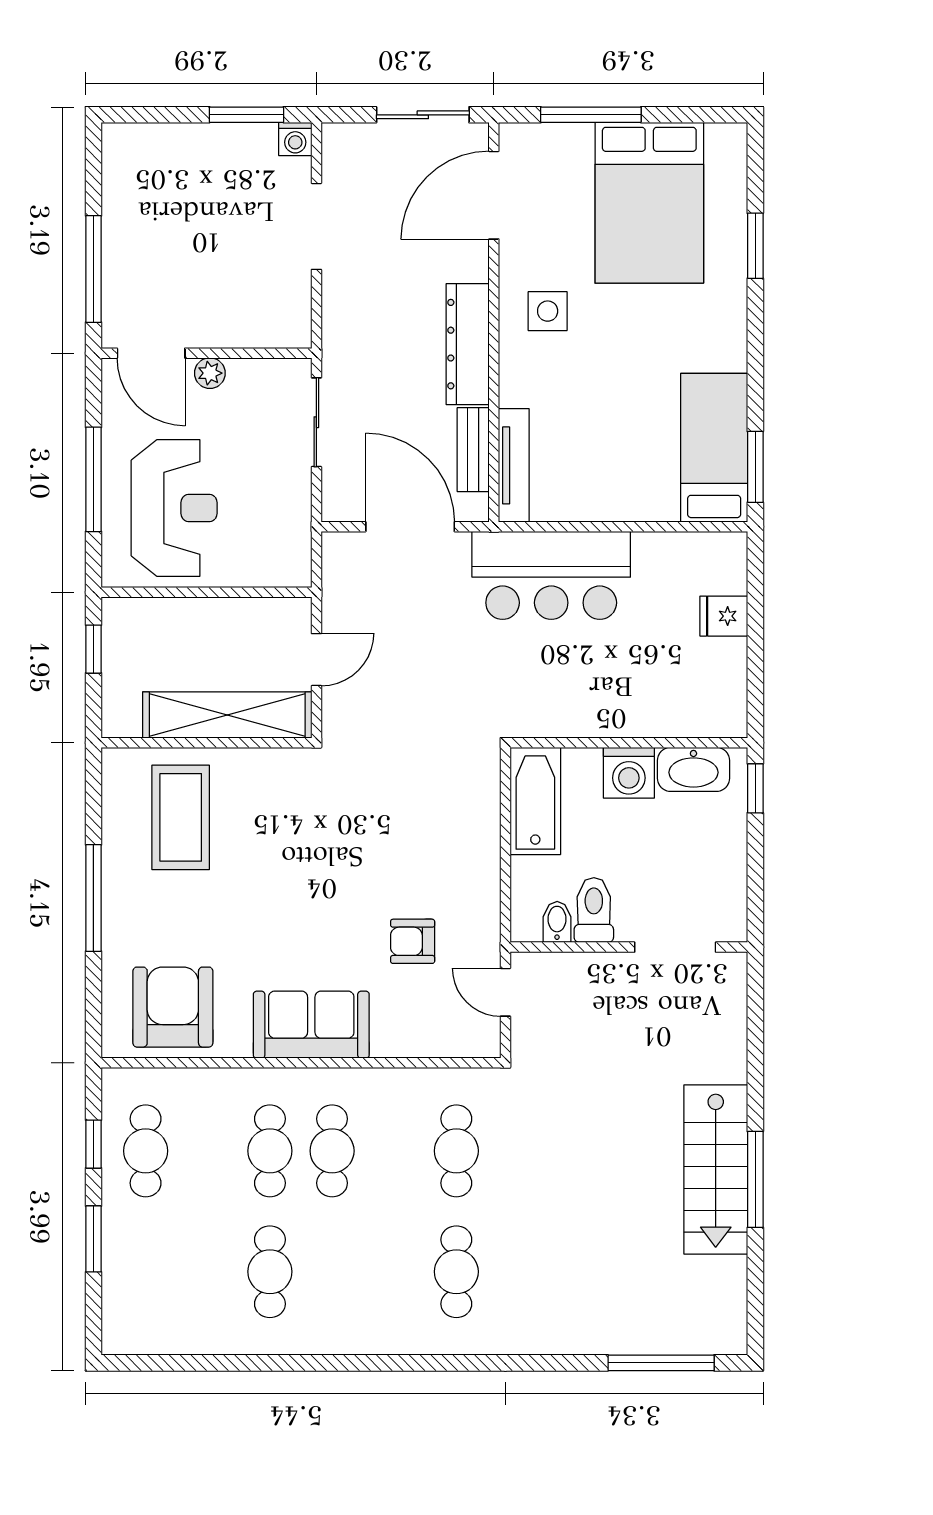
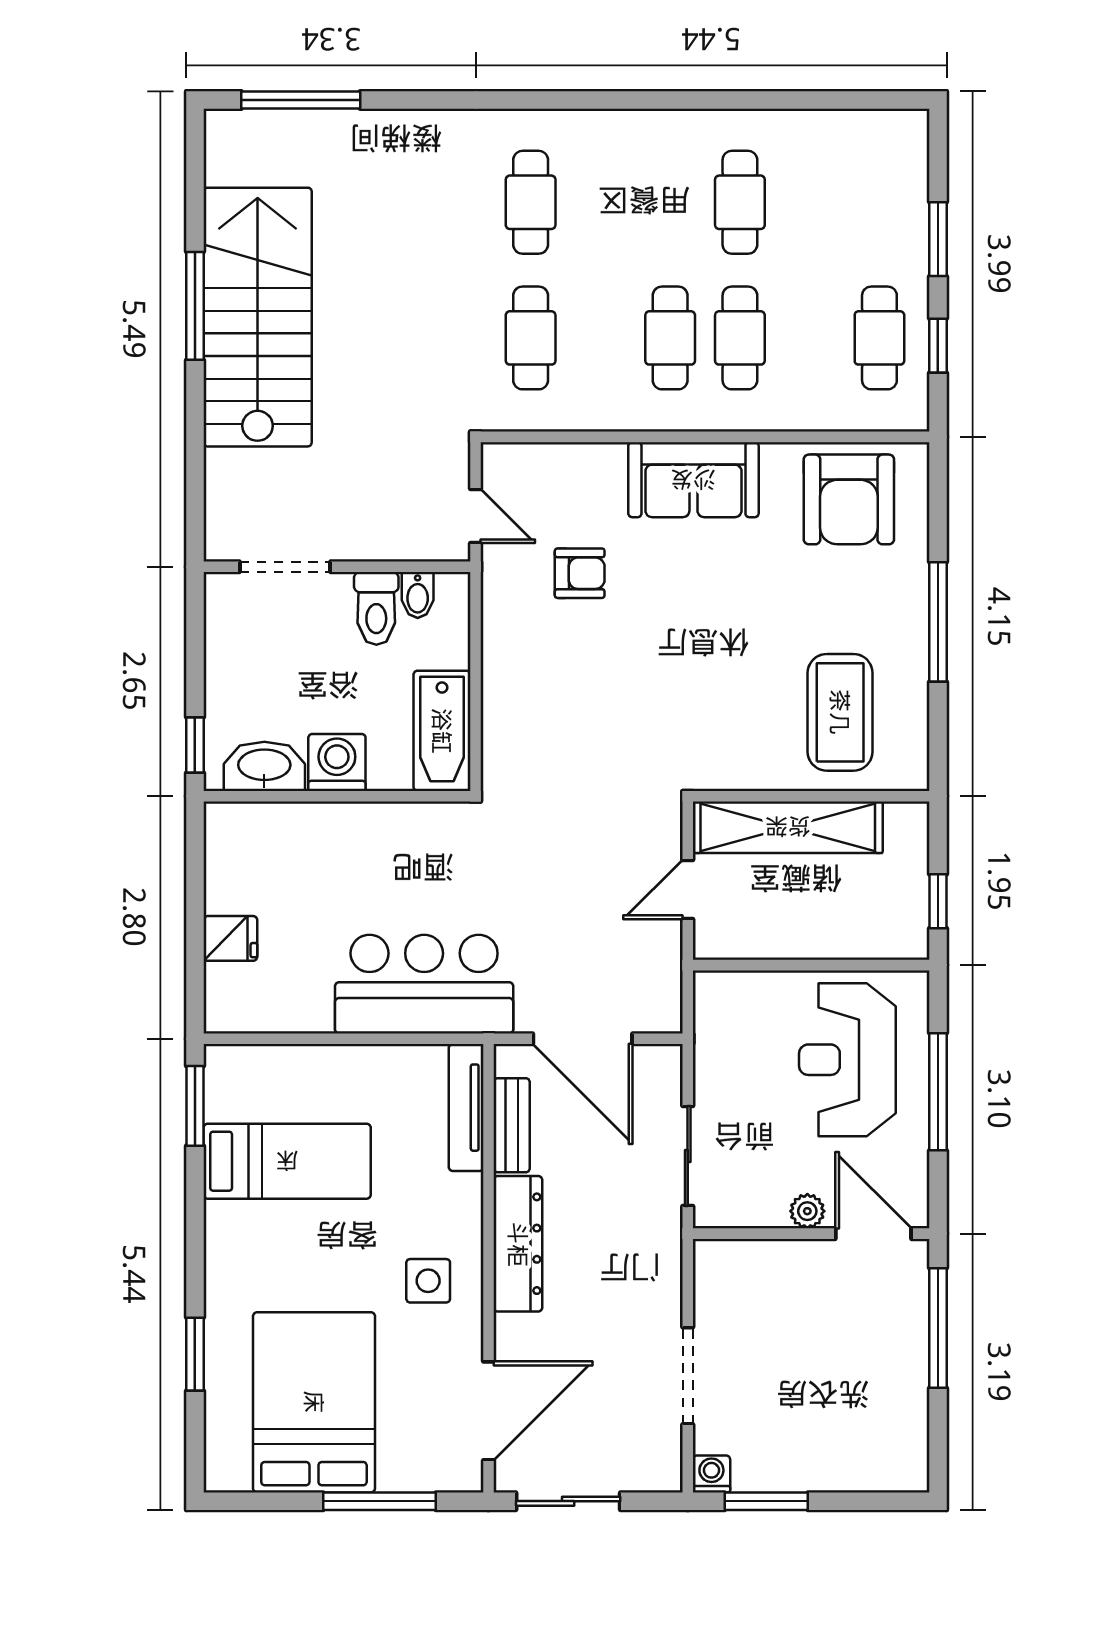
bed: (714, 448) -> (287, 1161), moved, turned -90
stairs: (716, 1170) -> (258, 317), width x1.36, depth x1.51

